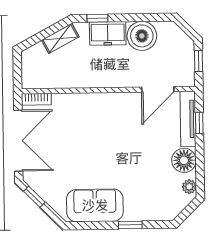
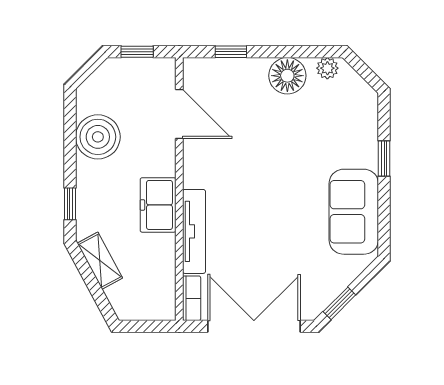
freezer: (108, 33) -> (158, 205), moved, turned 180
tv unit: (188, 119) -> (194, 231), moved, turned -90

